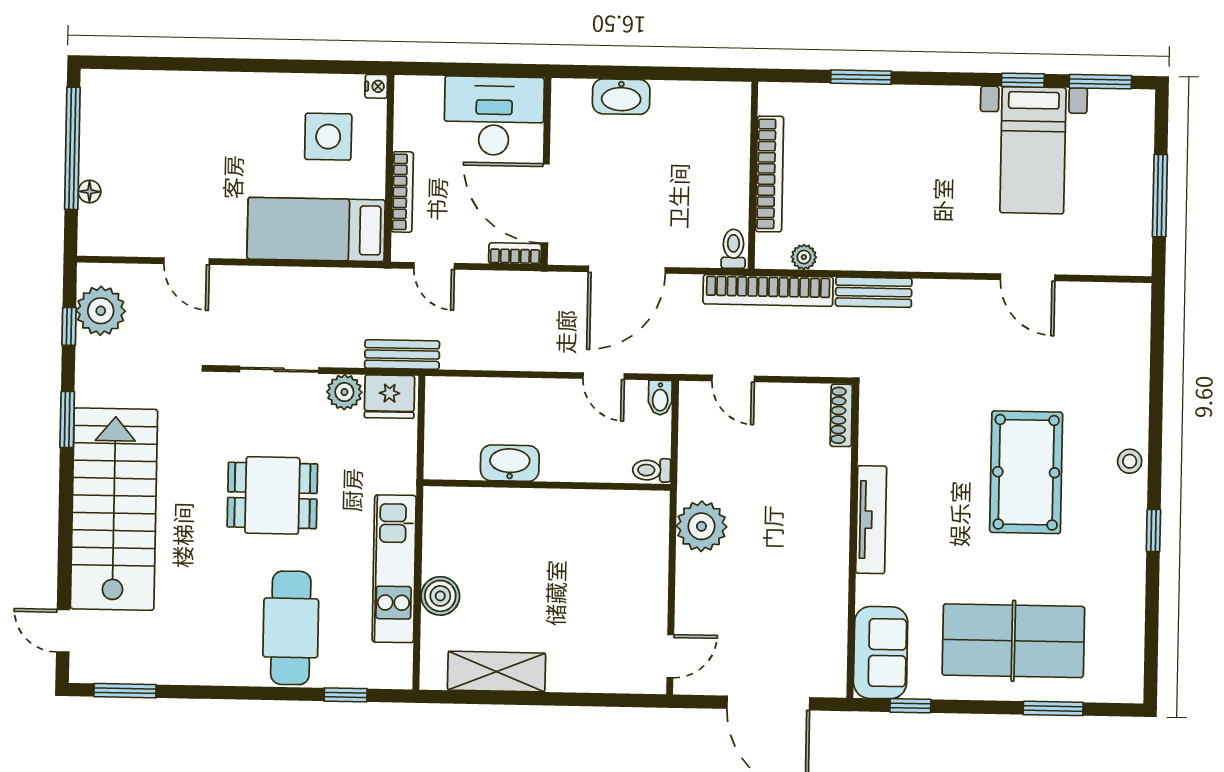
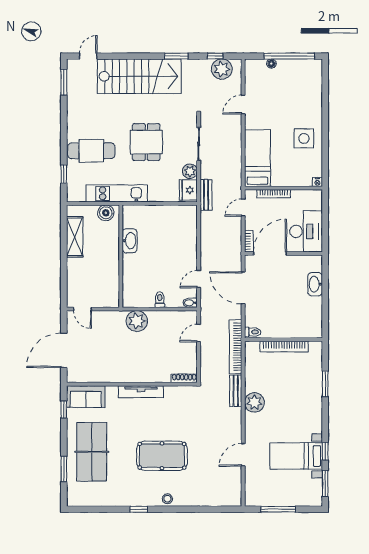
side table: (328, 137) -> (304, 138), moved
plant: (804, 257) -> (254, 402), moved, width x1.87, depth x1.87
washbasin: (510, 463) -> (130, 241), moved
wall: (547, 485) -> (121, 256), moved

